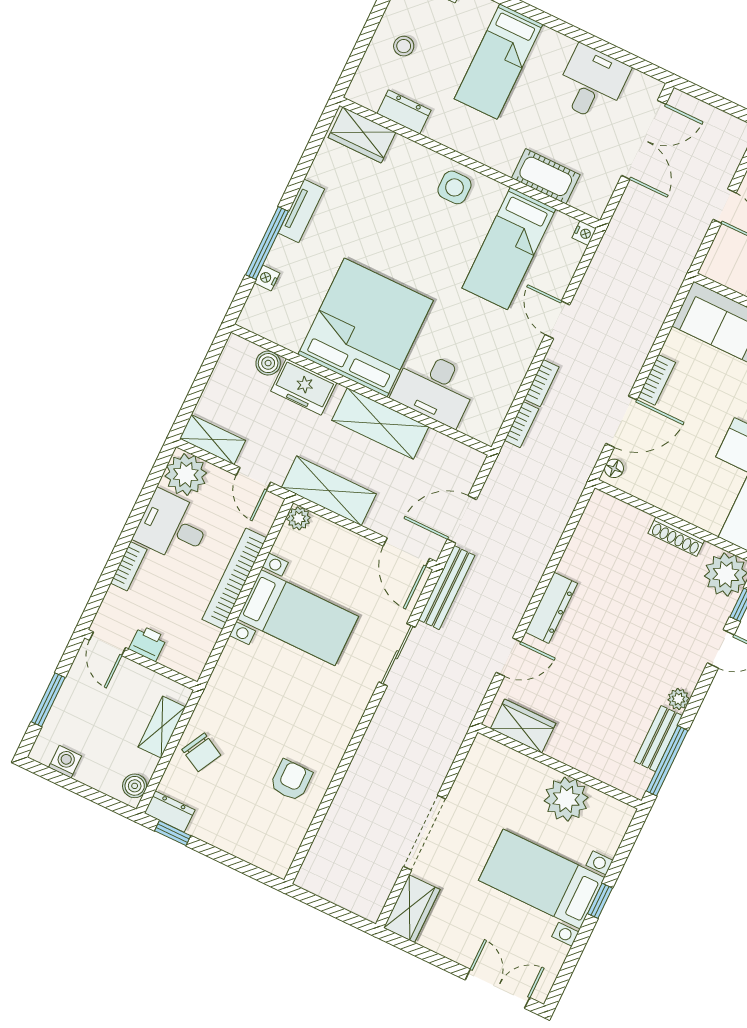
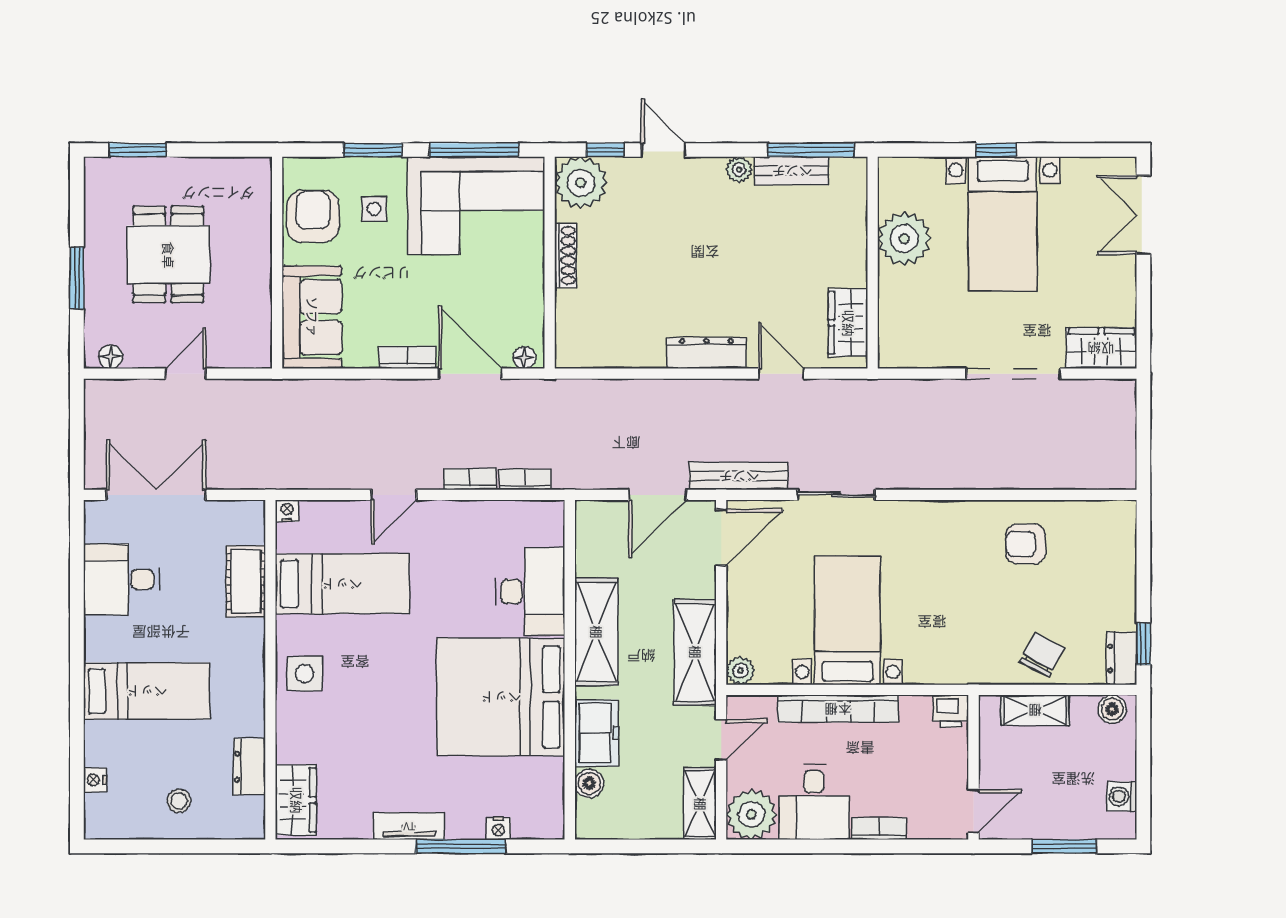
door: (462, 519) -> (657, 495), hinge flipped
printer: (148, 643) -> (951, 711), moved, turned -90

